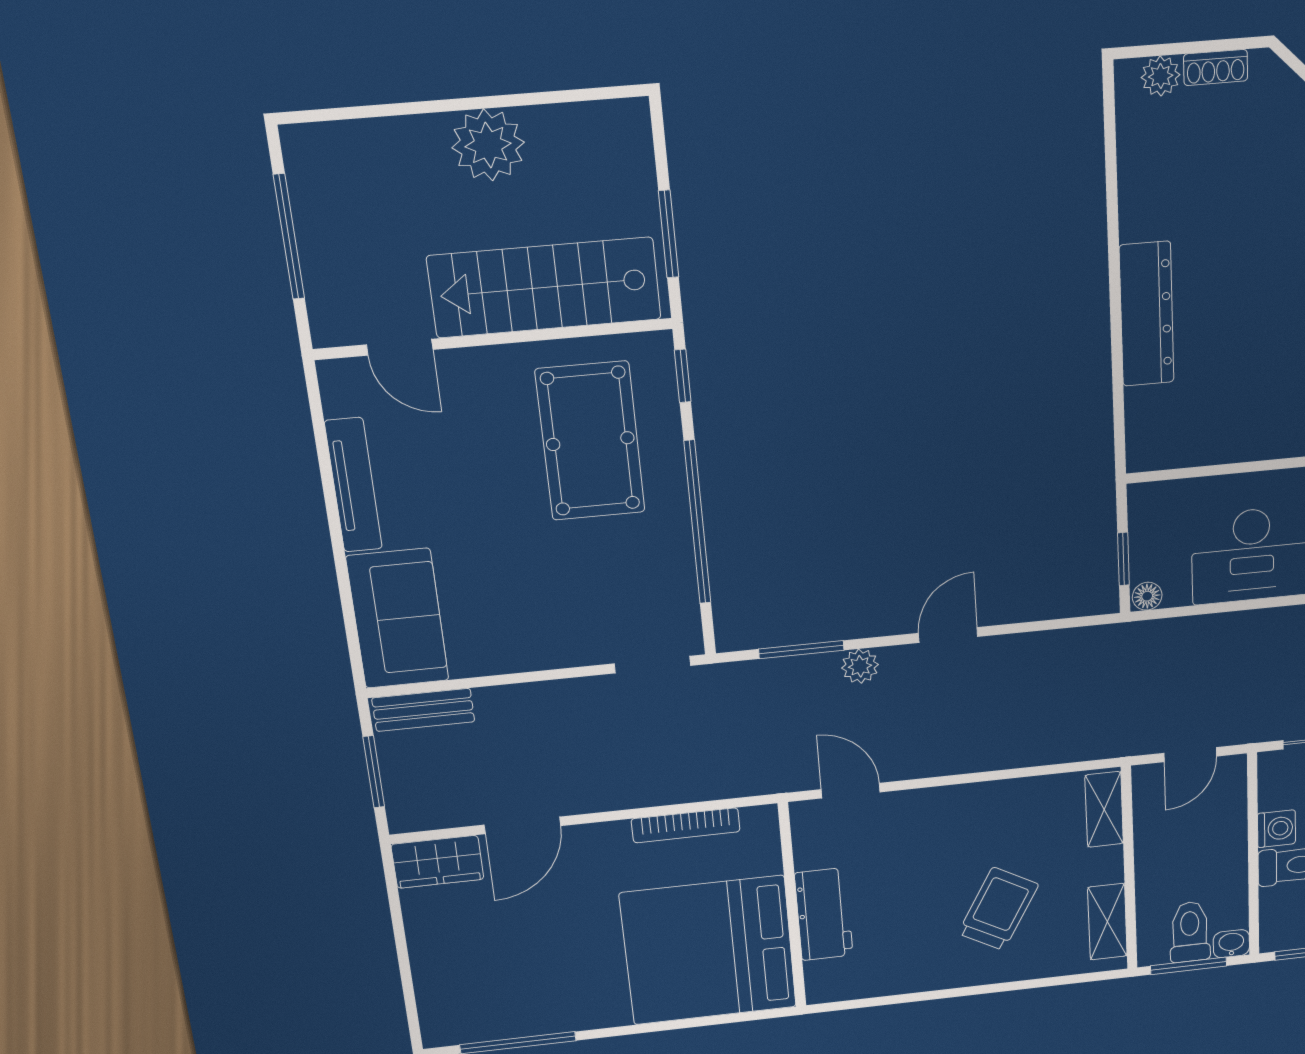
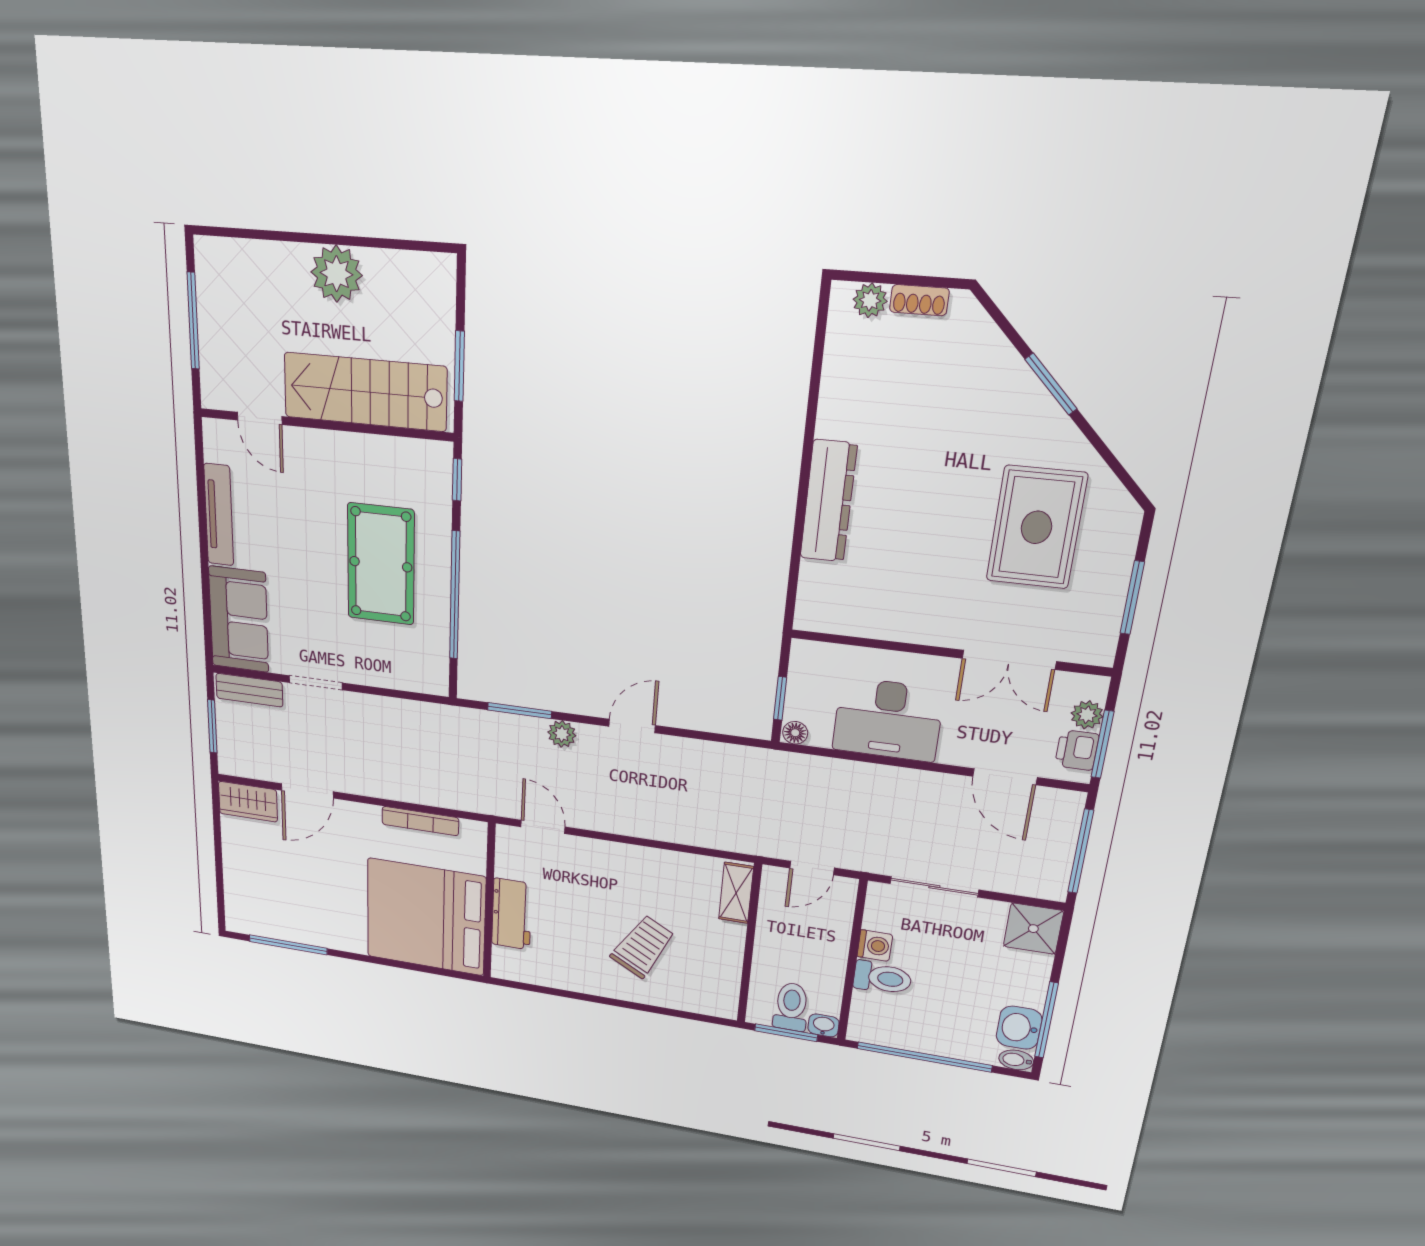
pool table: (590, 441) -> (381, 564), moved
doorway: (652, 665) -> (316, 683), moved
shelving: (1107, 922) -> (726, 980), removed

